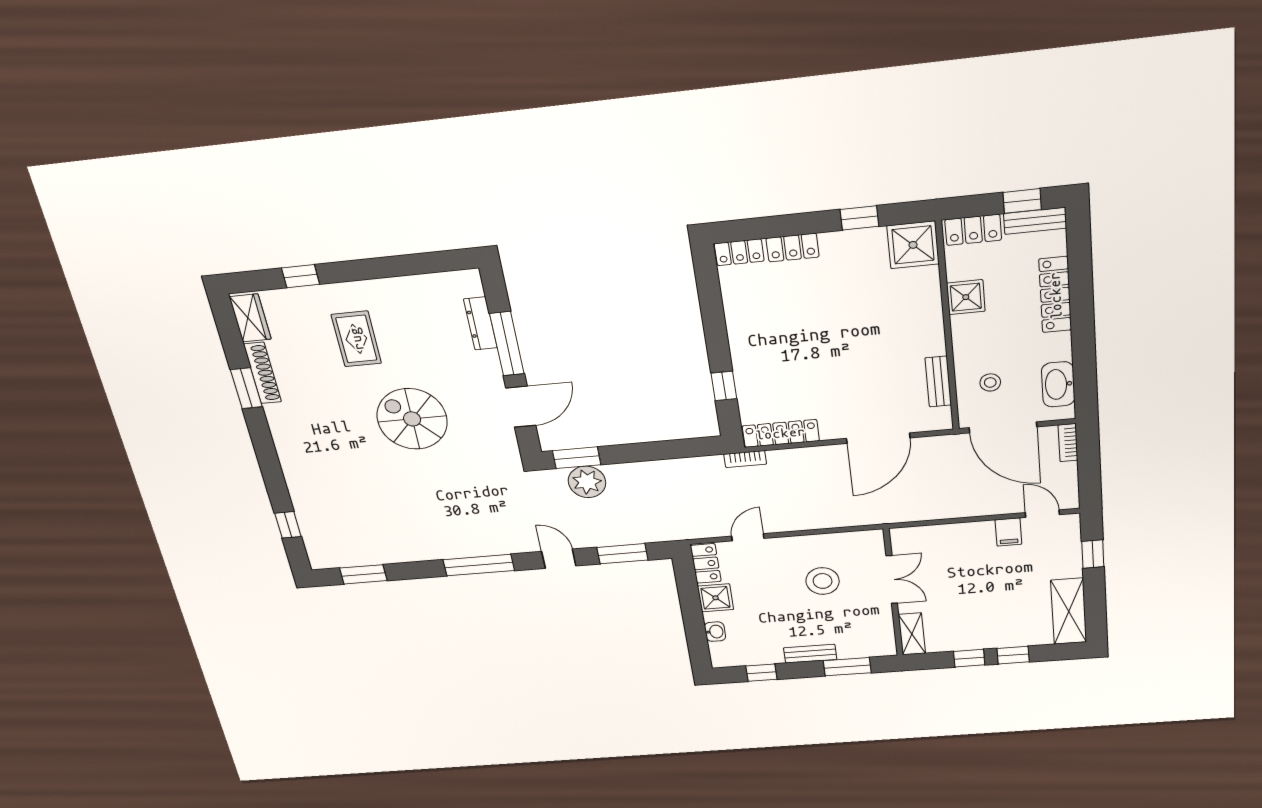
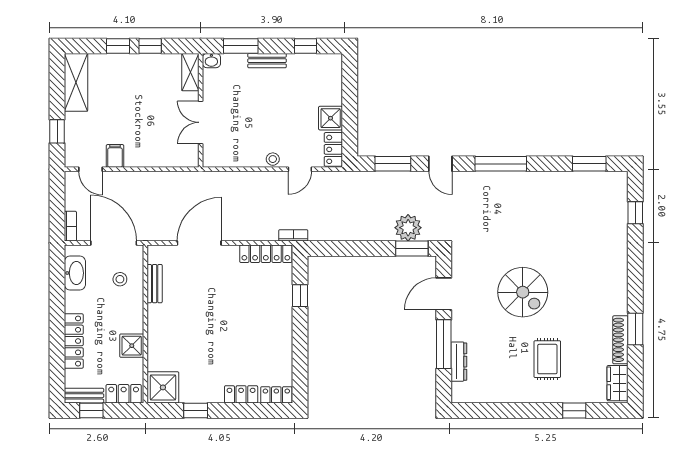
stool: (823, 581) -> (273, 159), moved, width x0.53, depth x0.53
washbasin: (715, 632) -> (211, 61), moved, turned -90

